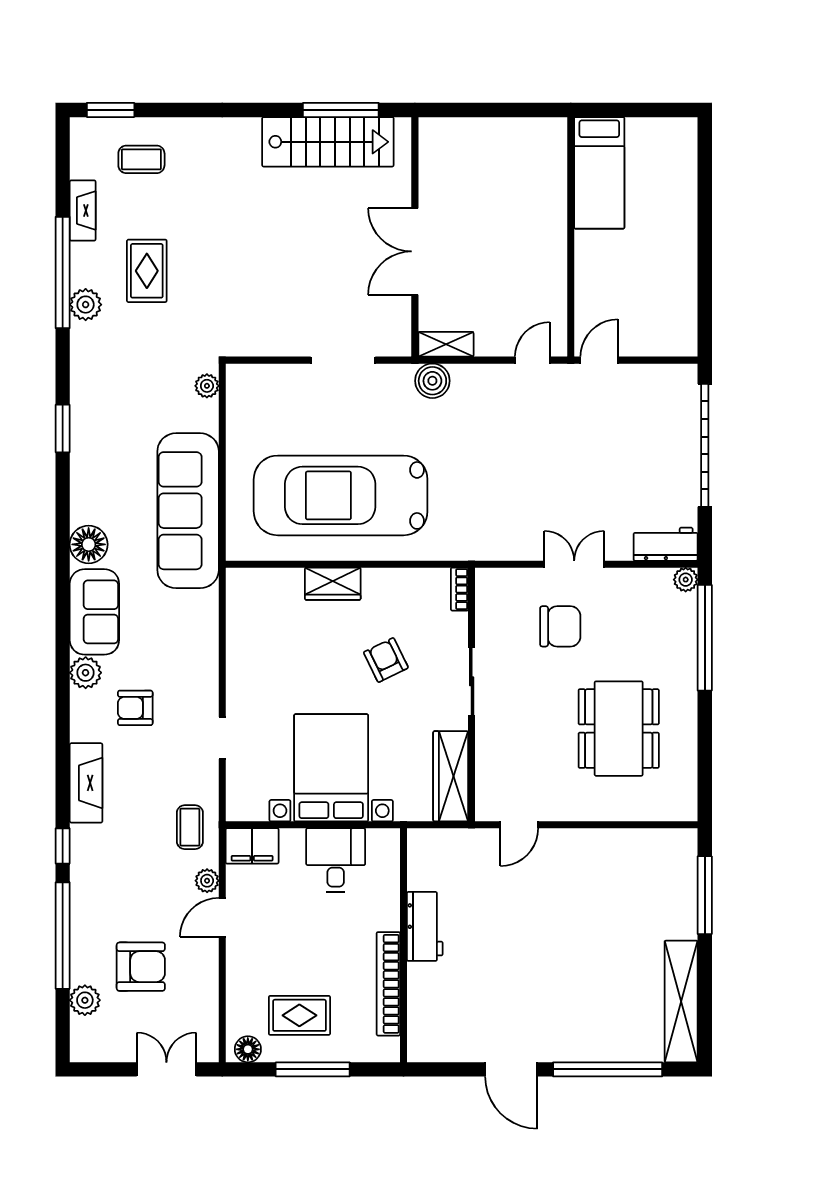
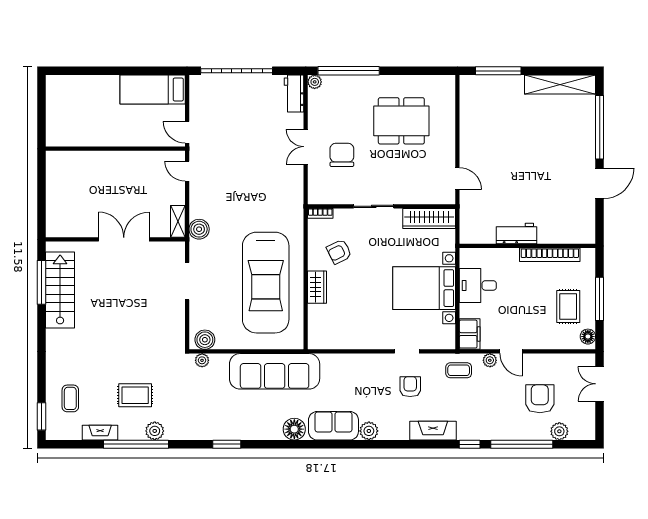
bed: (599, 173) -> (153, 89), moved, turned 180
double door: (415, 251) -> (124, 239), swing flipped
boiler: (242, 391) -> (205, 340), added
armchair: (386, 660) -> (339, 252), moved
armchair: (135, 708) -> (410, 387), moved, turned 180

